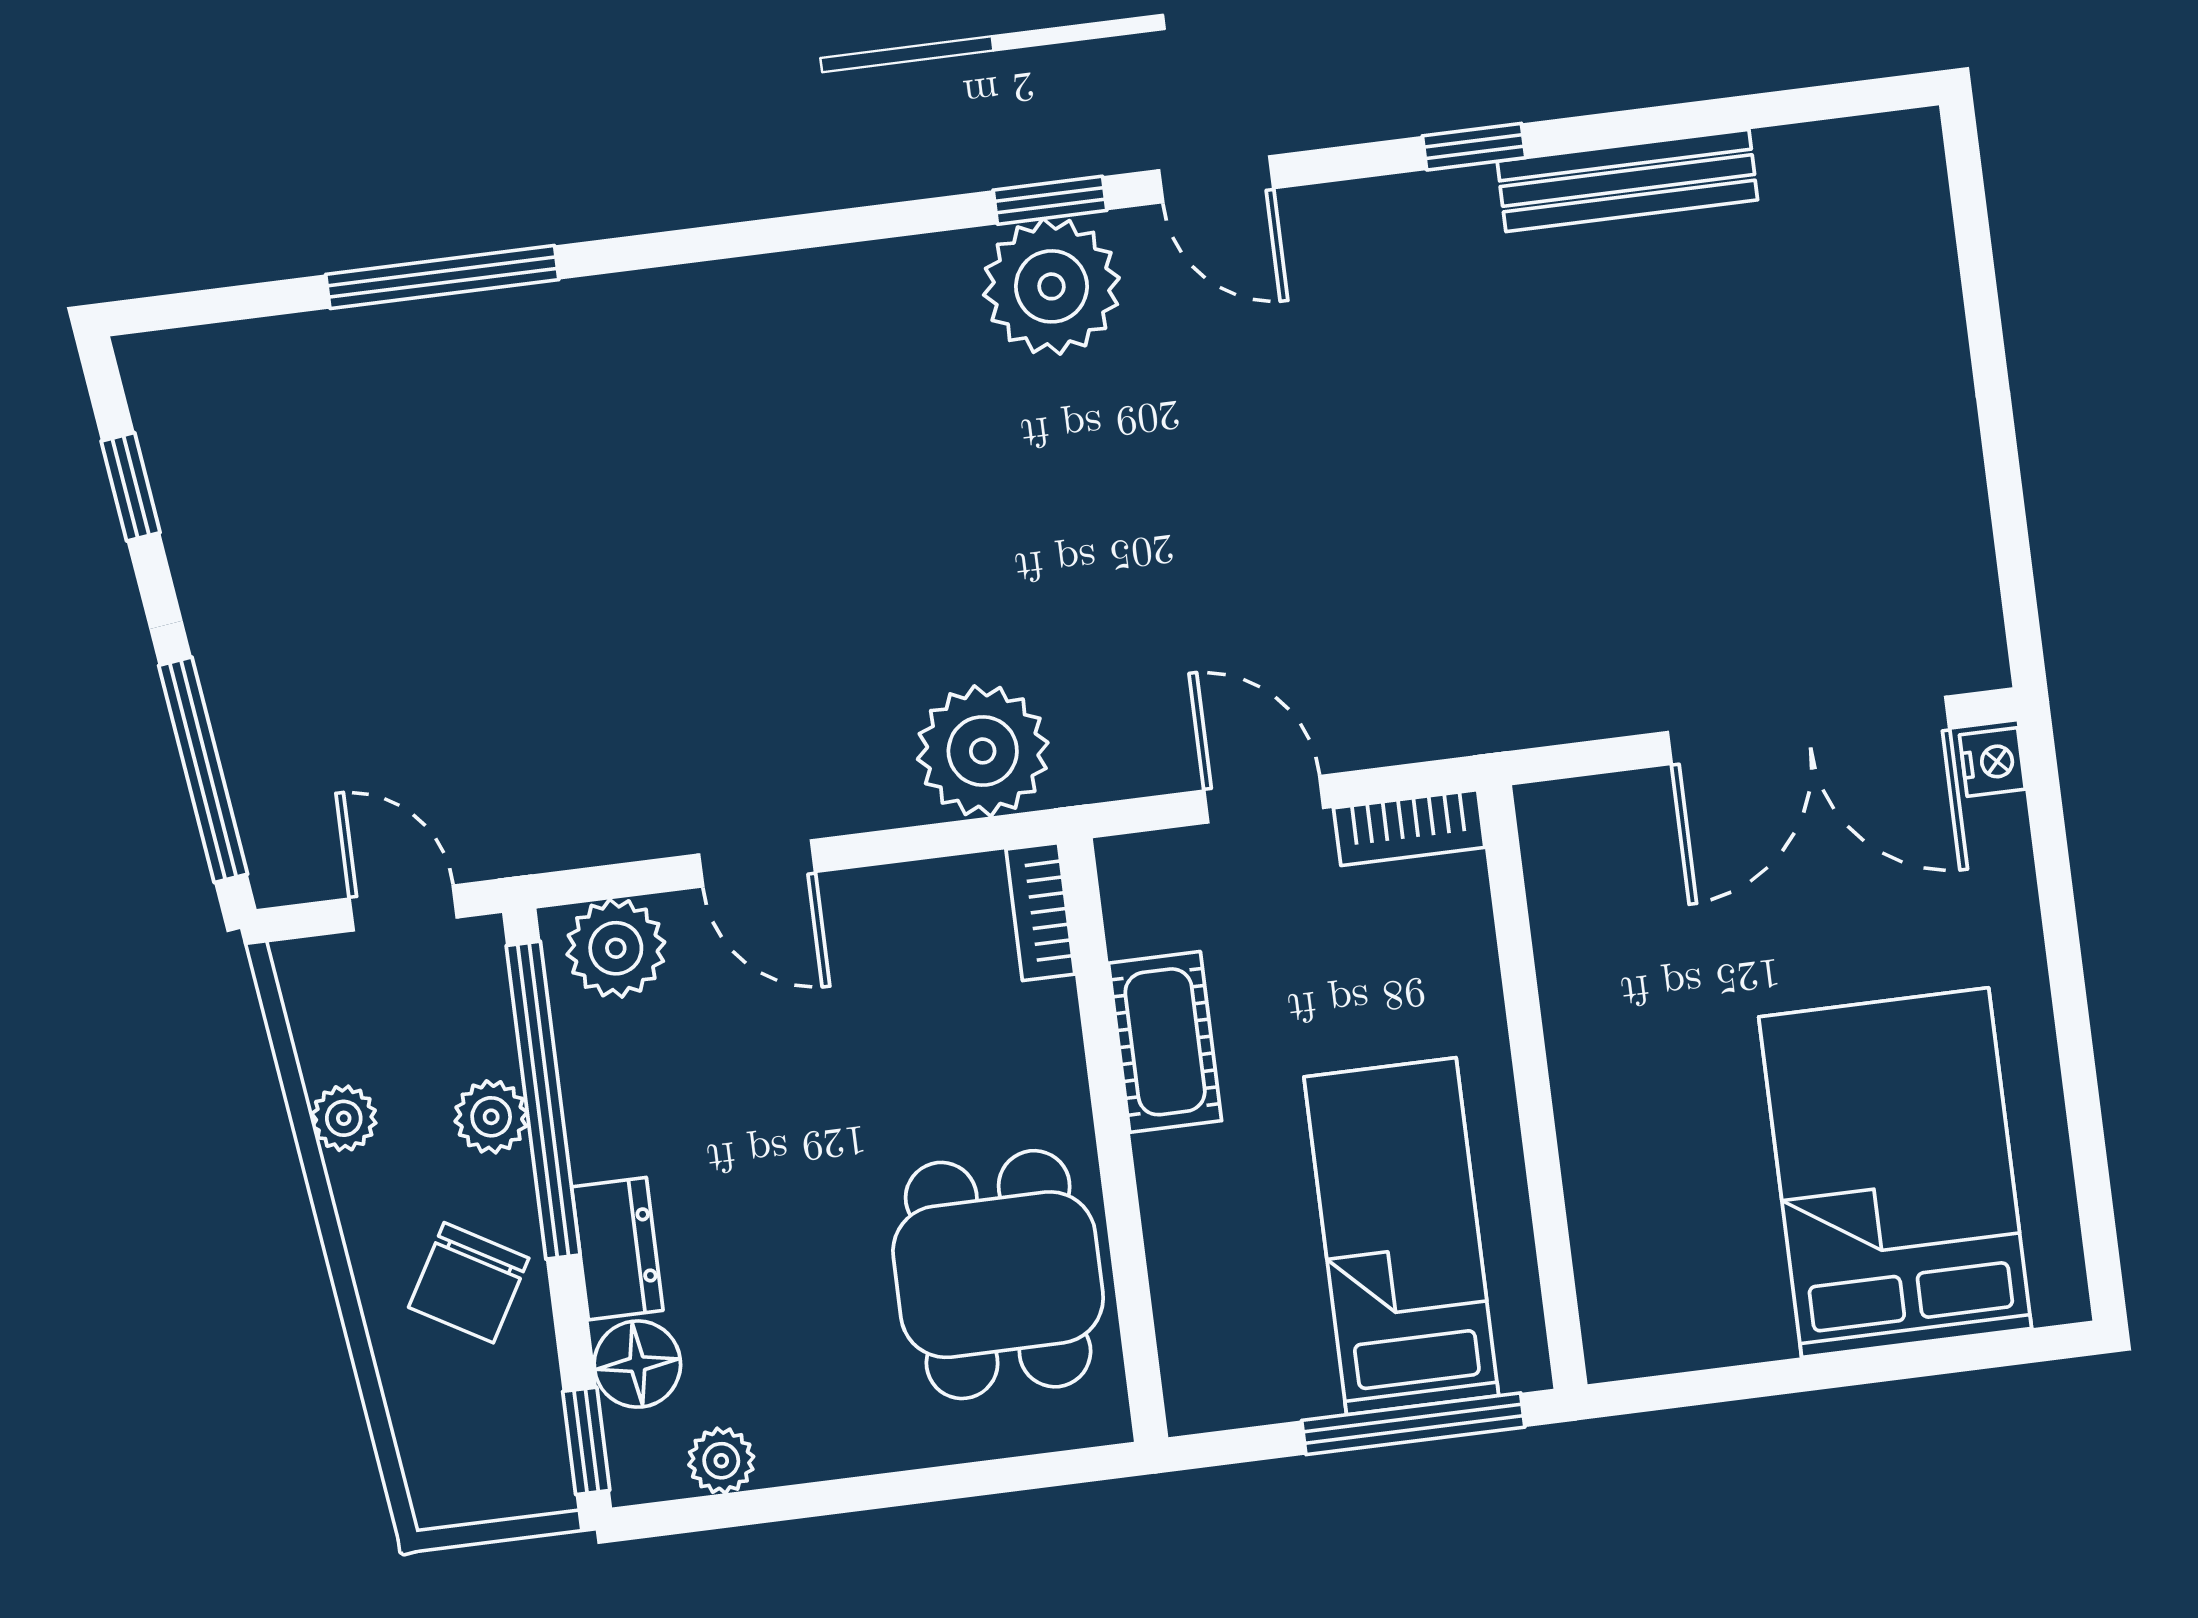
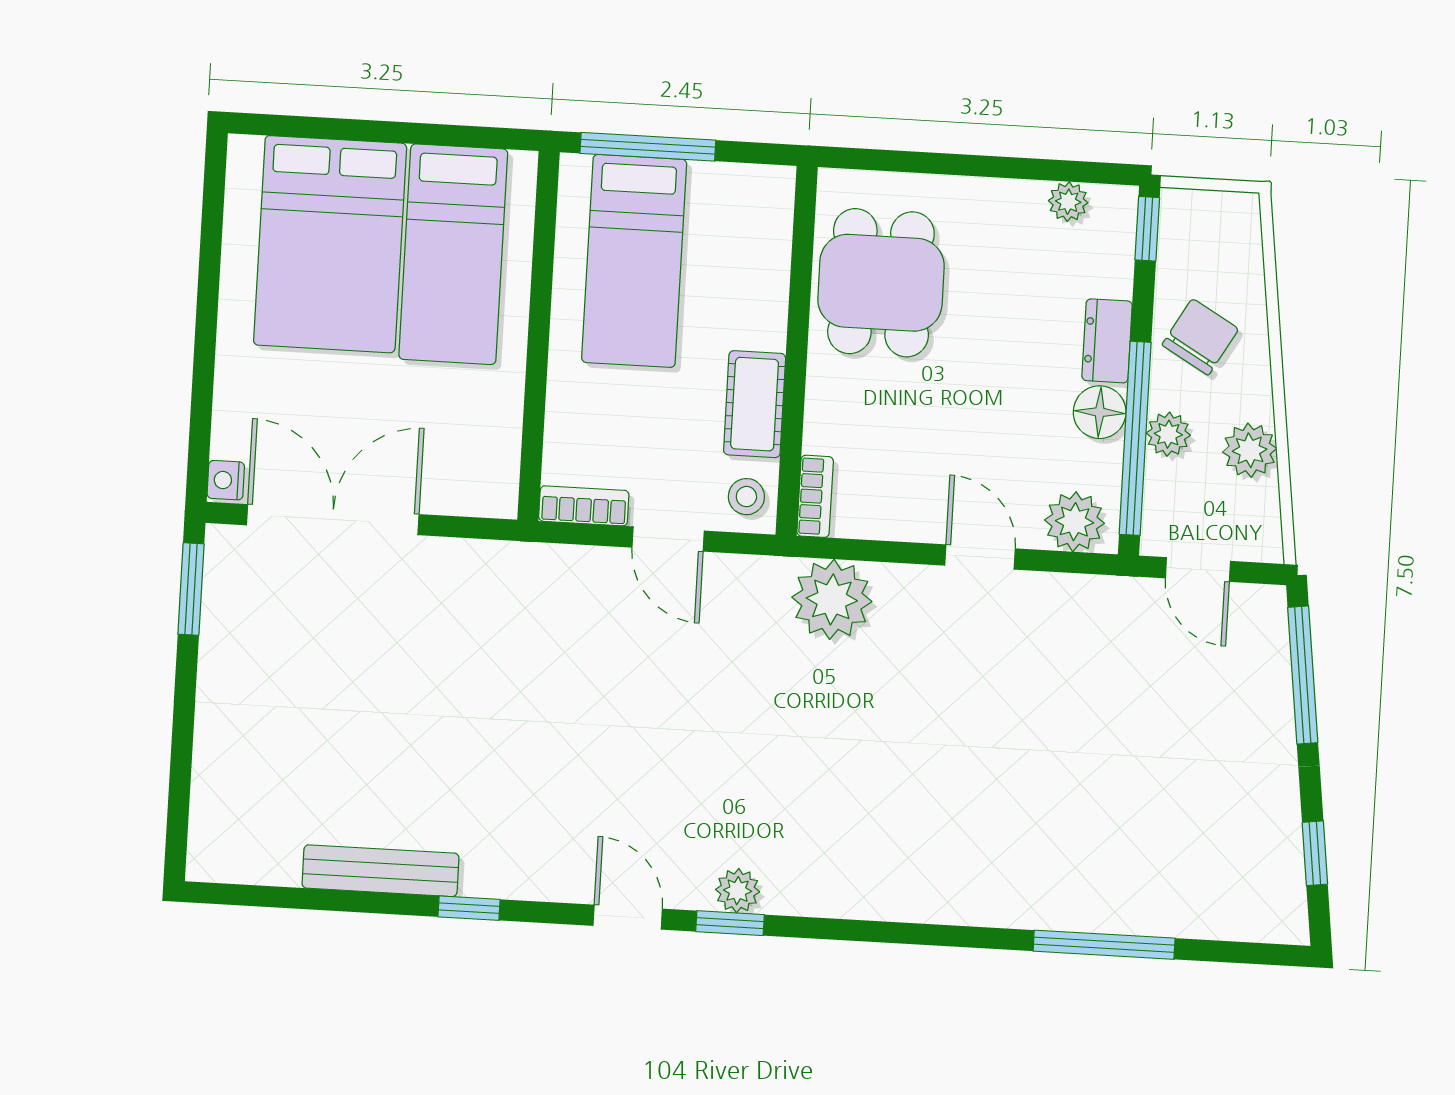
plant: (1051, 286) -> (738, 891), width x0.53, depth x0.53
window: (2016, 577) -> (191, 589), added
stool: (1151, 891) -> (746, 497), added
plant: (344, 1118) -> (1250, 450), width x1.38, depth x1.38
bed: (1694, 1193) -> (453, 254), added
floor lamp: (637, 1364) -> (1100, 412), moved

